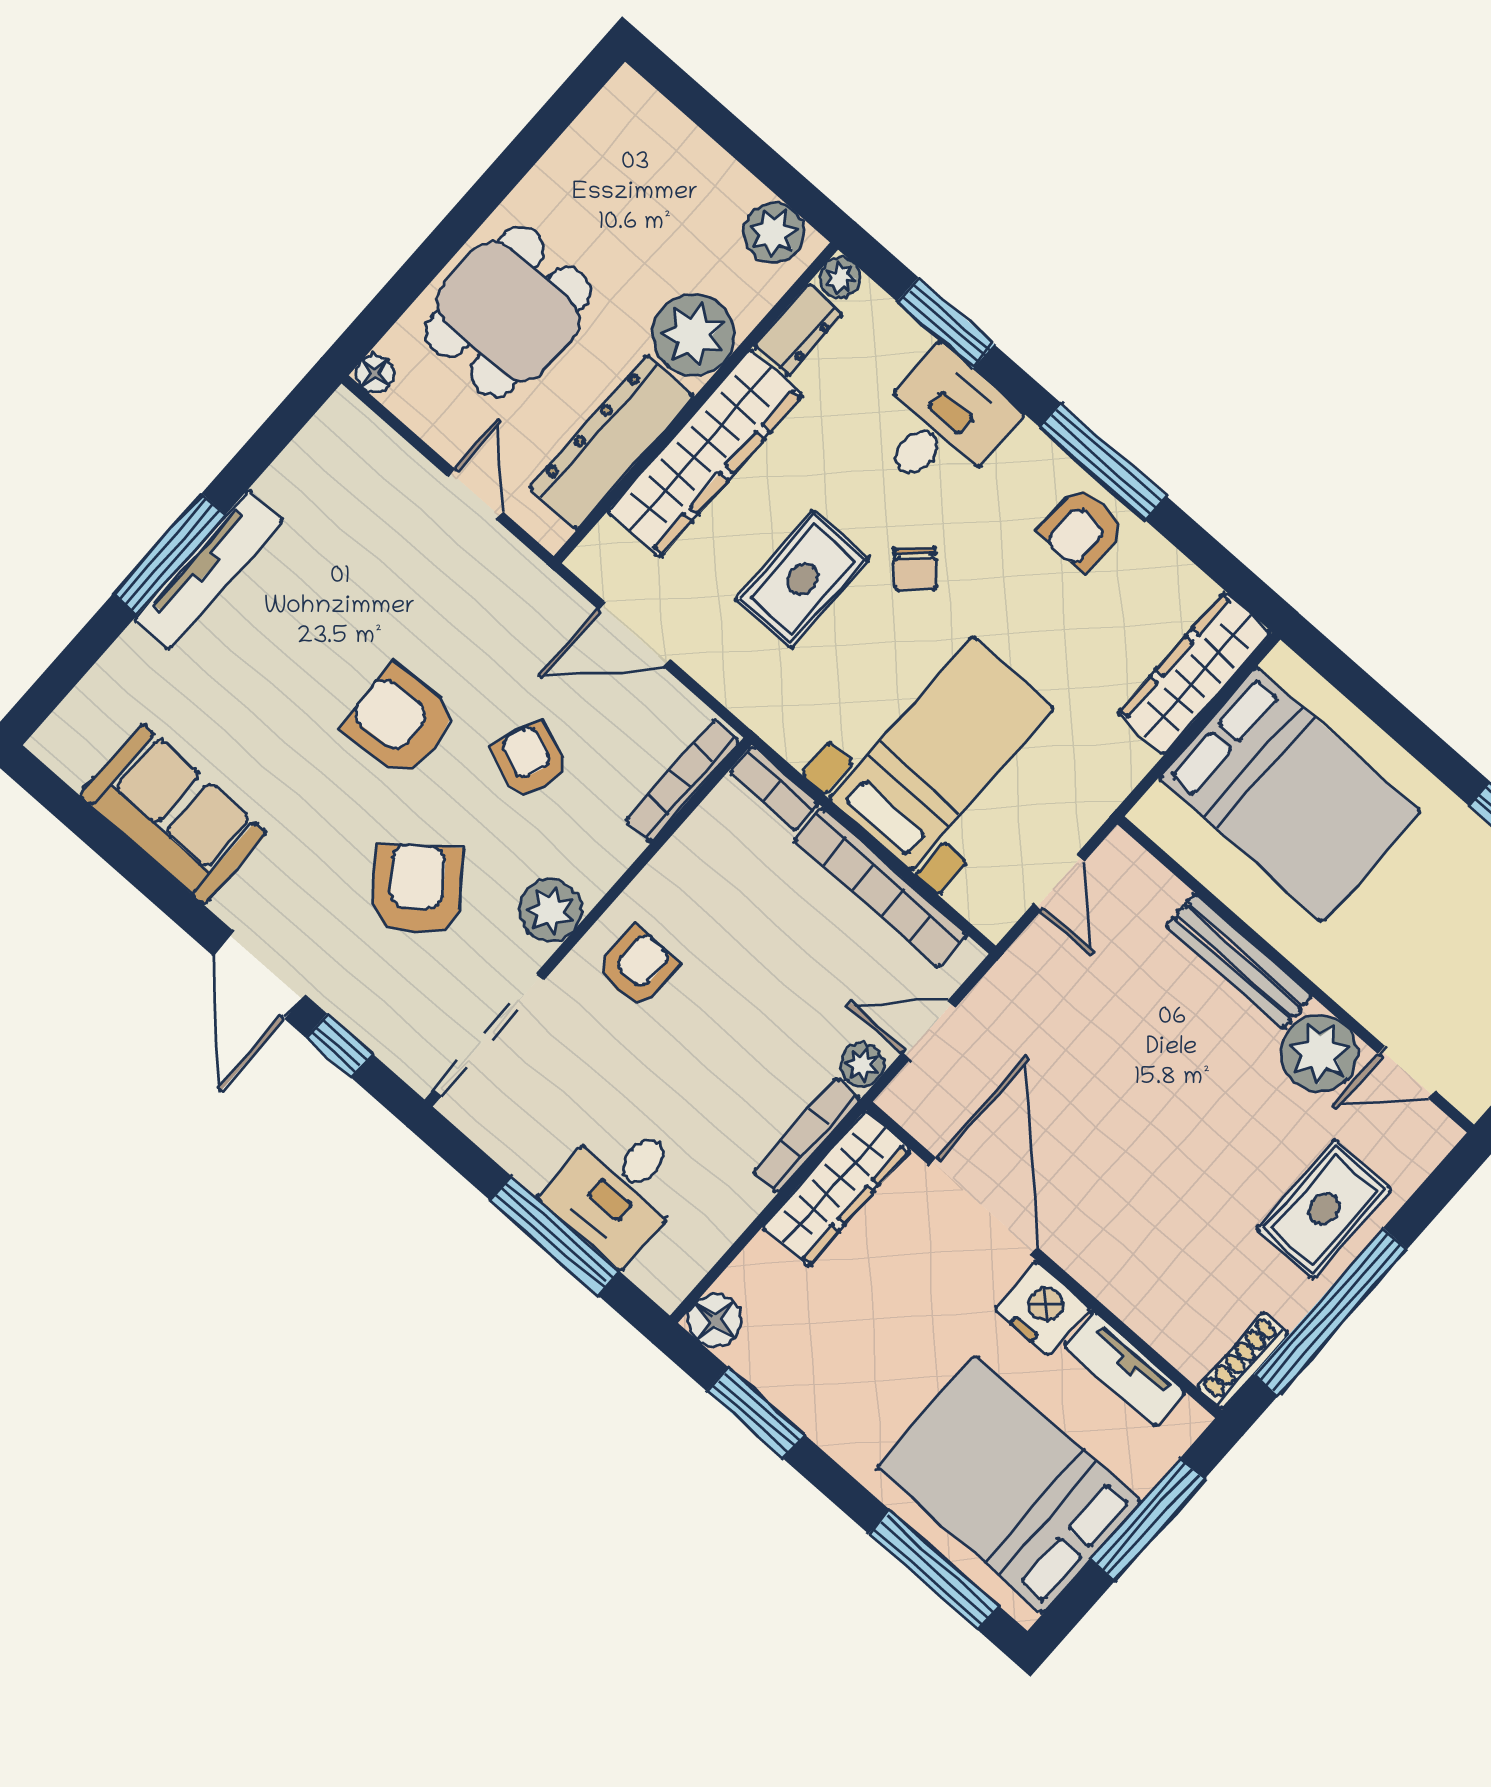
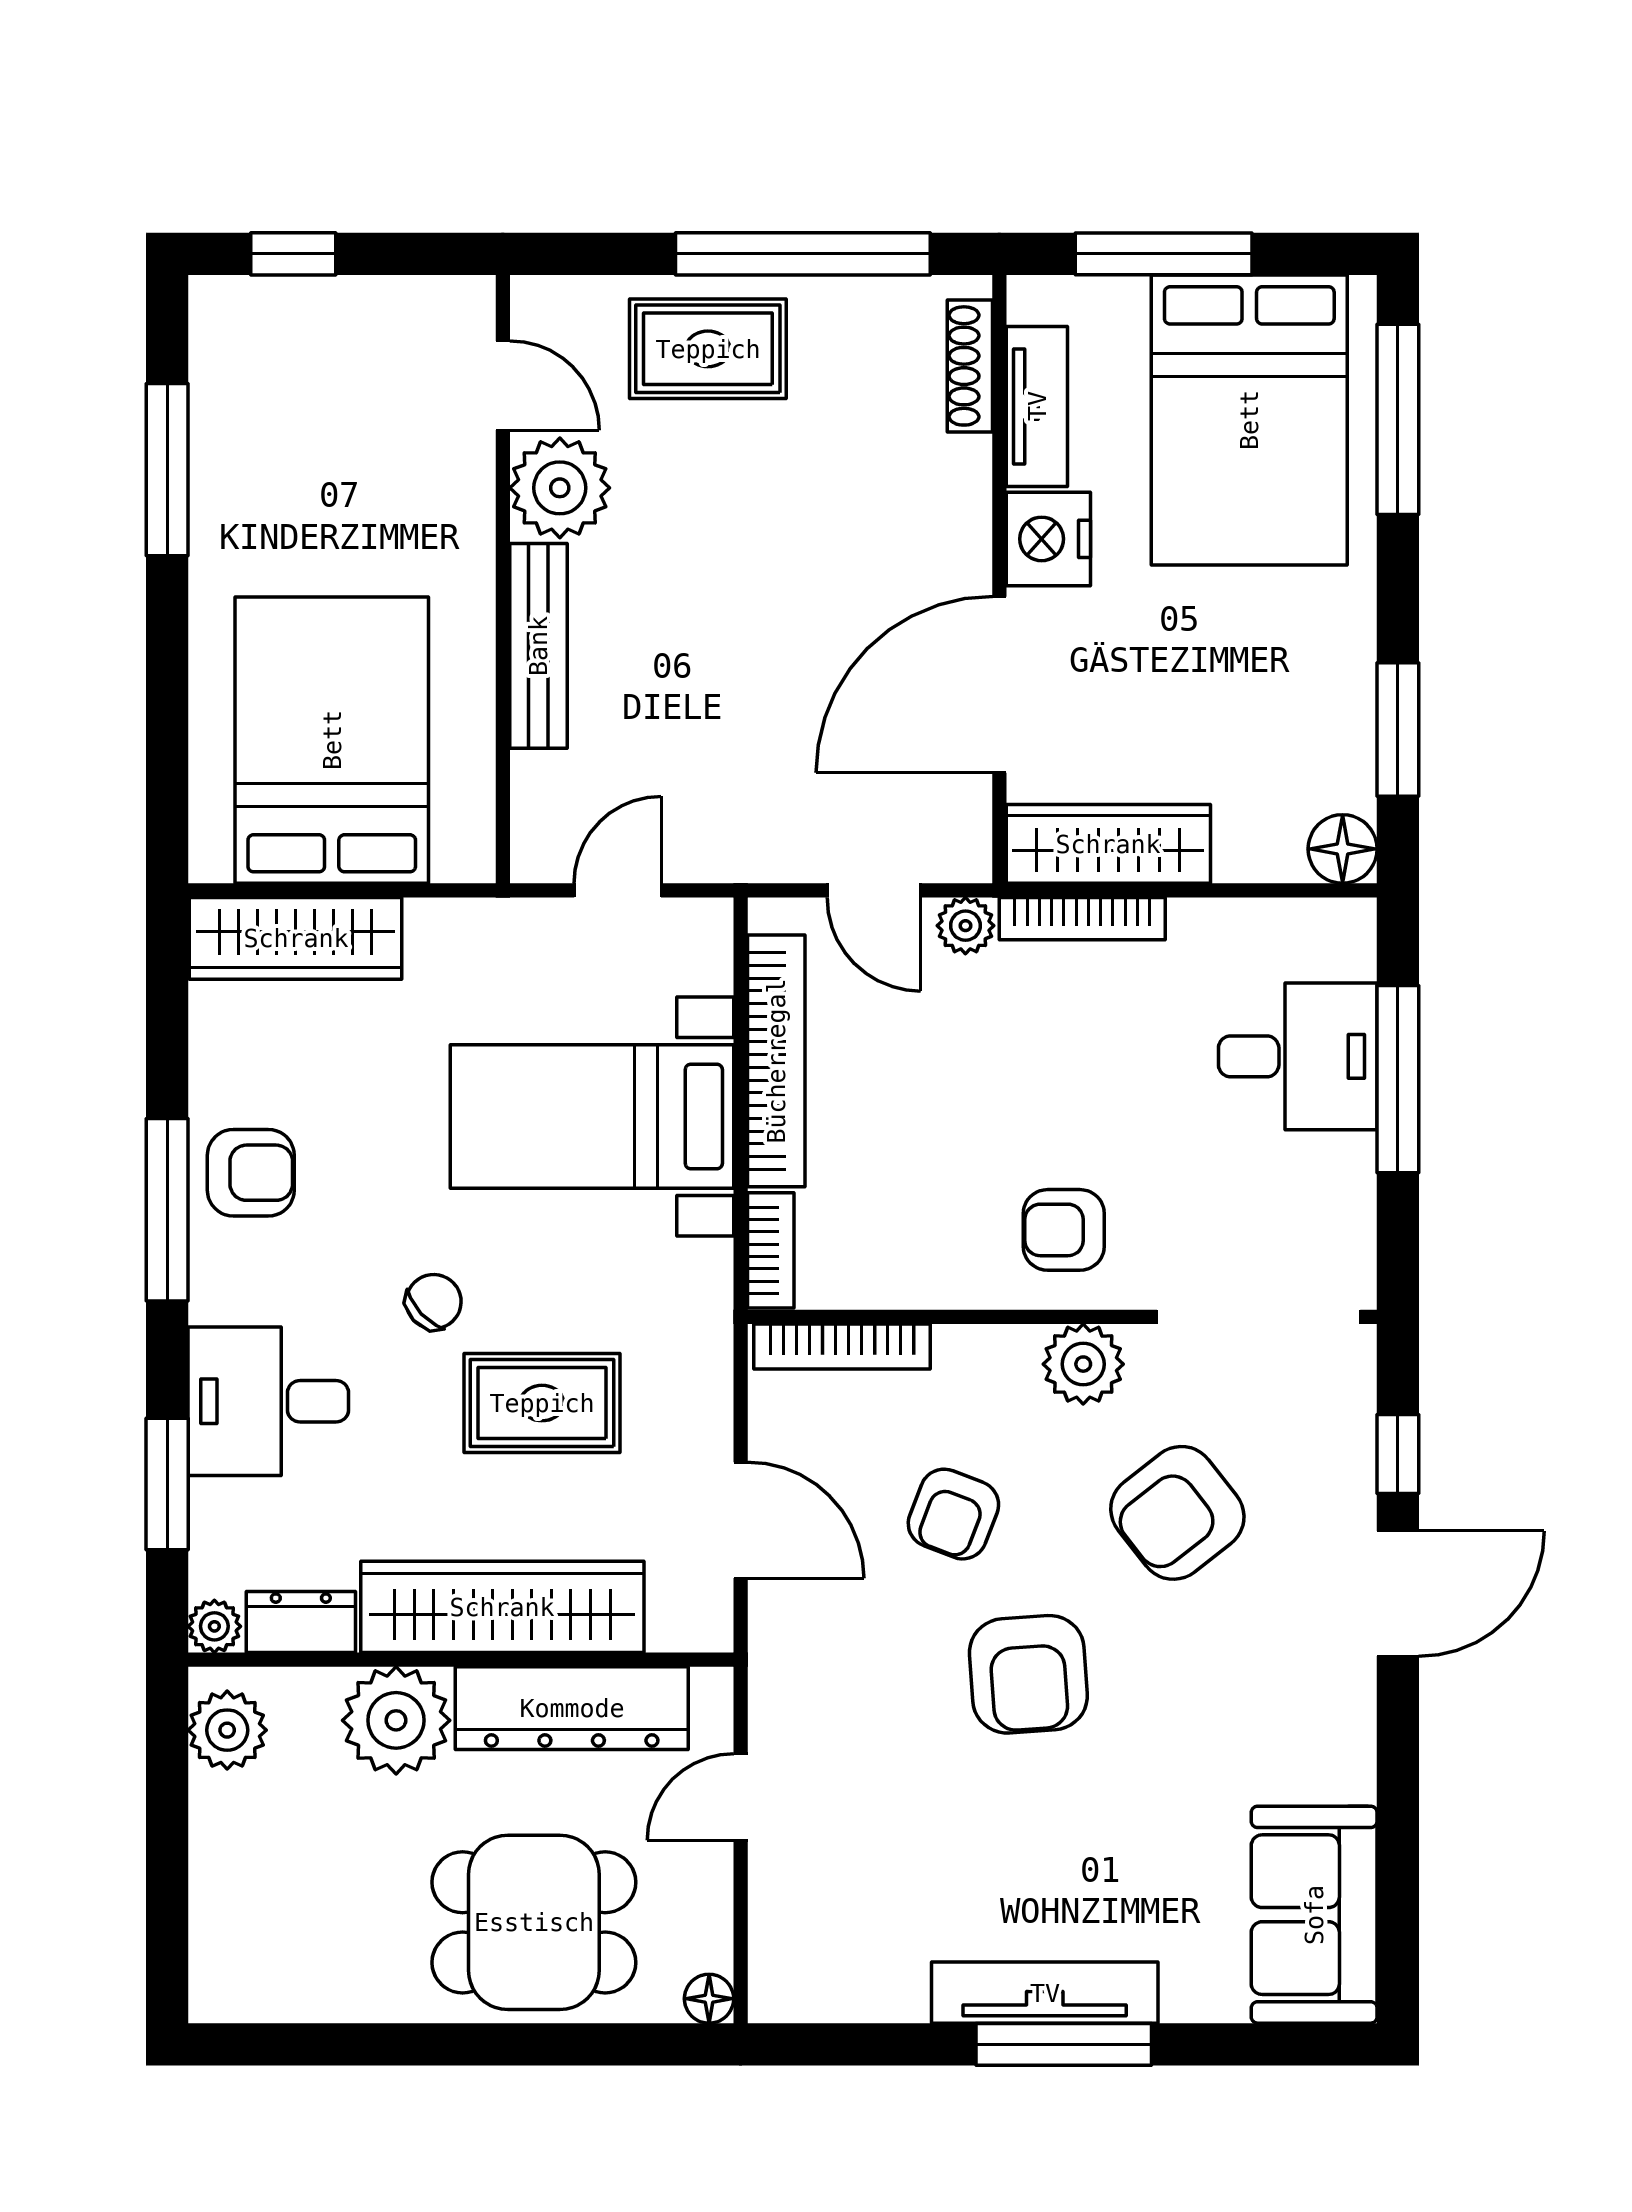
sofa: (173, 814) -> (1314, 1915), moved
shoe rack: (1243, 1361) -> (970, 366), moved, turned 90

